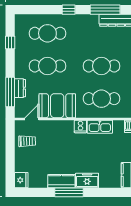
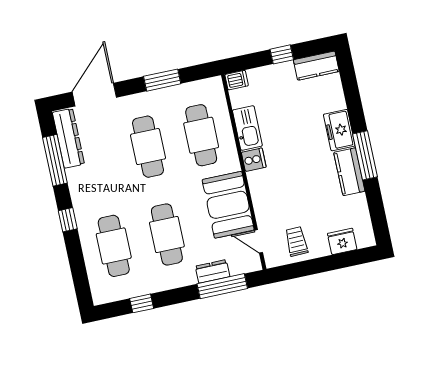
fridge: (21, 180) -> (342, 241), moved

